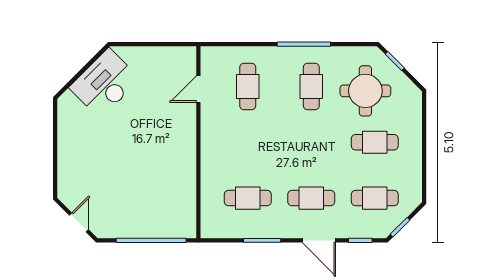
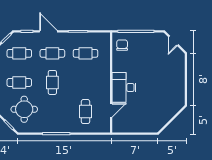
desk: (105, 83) -> (124, 87), moved, turned 135
cafe table: (311, 86) -> (52, 82), moved
chair: (178, 214) -> (122, 45), added

